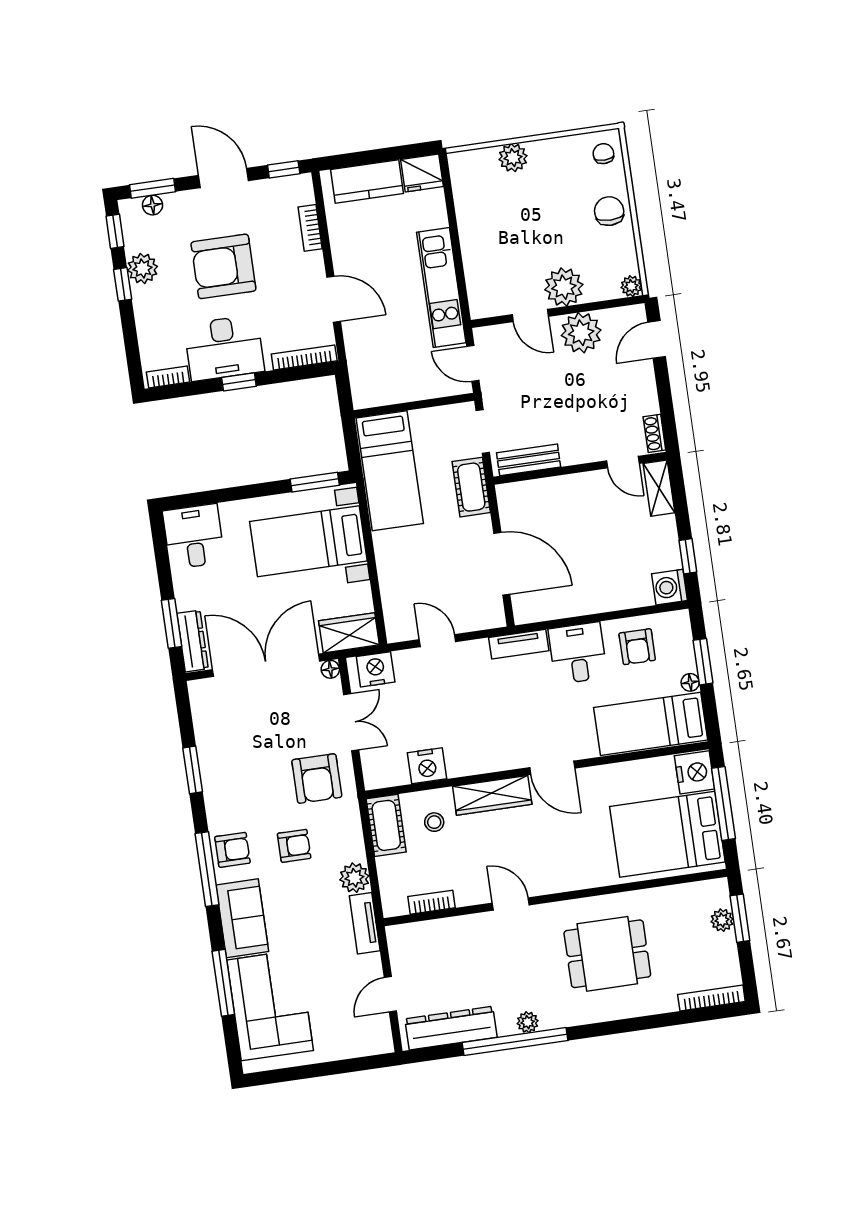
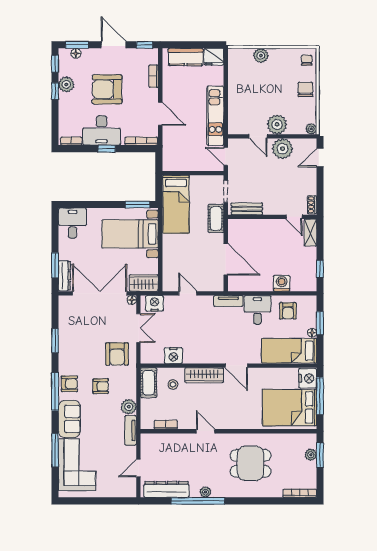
washing machine: (669, 587) -> (282, 283), moved, turned 90

